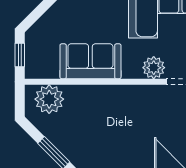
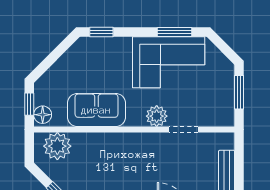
floor lamp: (34, 66) -> (43, 115), added

